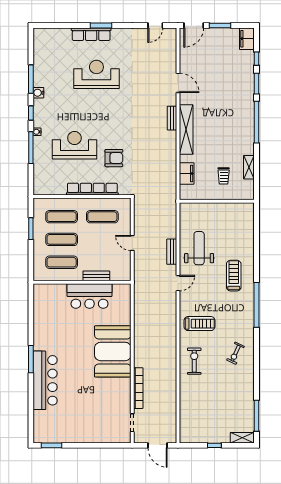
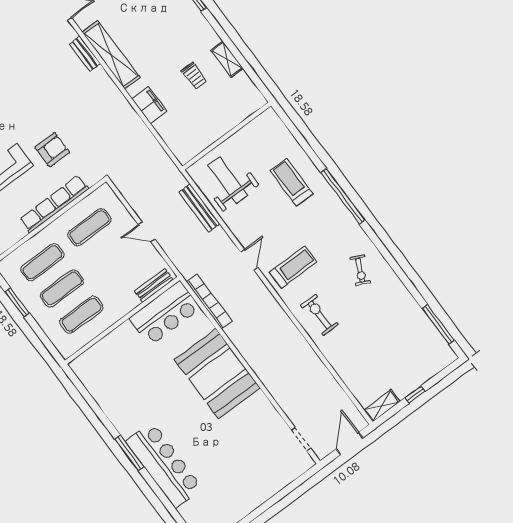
shelving: (249, 167) -> (227, 59), moved
wall: (217, 201) -> (227, 136), moved
bench: (172, 252) -> (199, 208), width x1.36
bench: (96, 276) -> (154, 285), moved
door: (178, 283) -> (249, 260), moved
bar counter: (90, 296) -> (165, 313), moved
bookcase: (138, 388) -> (209, 301), moved
shelving: (242, 438) -> (382, 406), moved
door: (158, 445) -> (350, 443), swing flipped

